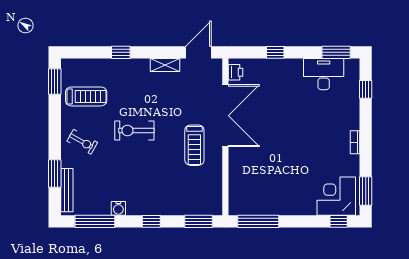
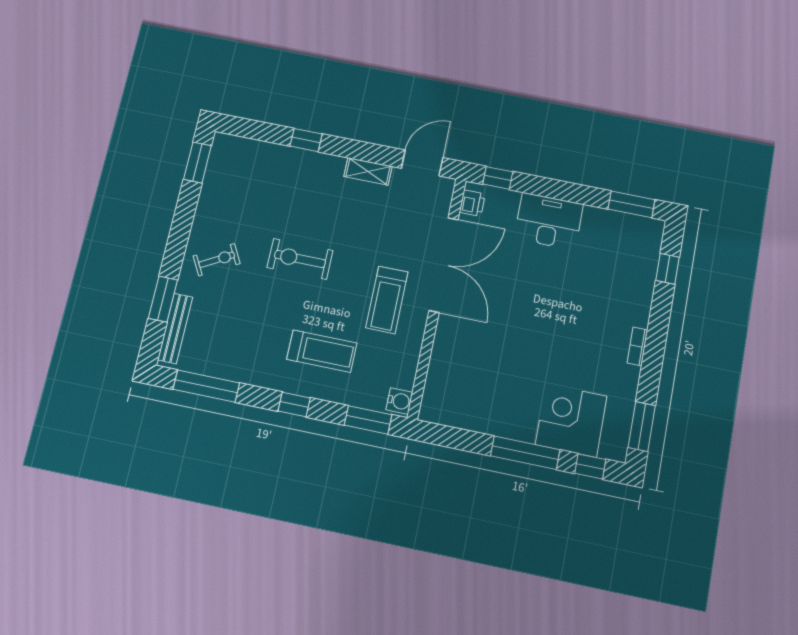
window: (275, 52) -> (498, 178), moved
desk: (324, 74) -> (549, 221), moved
treadmill: (86, 96) -> (322, 351), moved
exercise bike: (82, 142) -> (217, 260), turned -58
corner desk: (336, 196) -> (571, 420), moved
water cooler: (118, 208) -> (399, 401), moved, turned -90
window: (258, 221) -> (525, 453), moved

